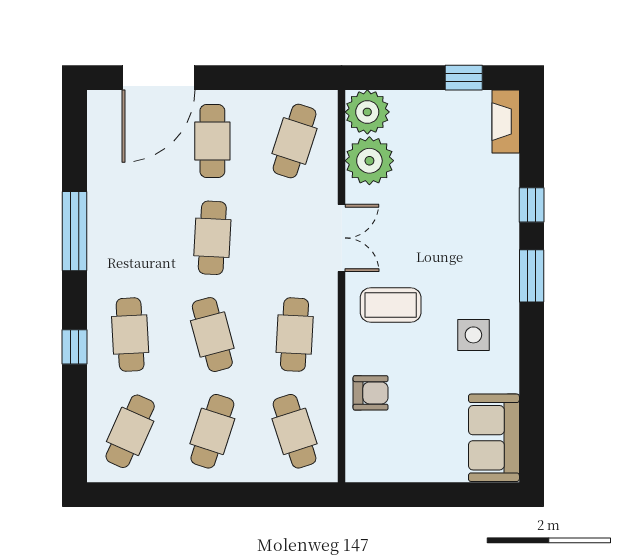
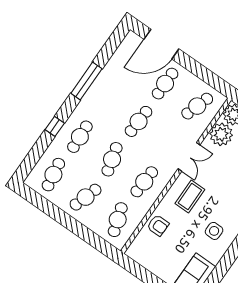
coffee table: (391, 305) -> (190, 197), turned 90
cafe table: (130, 431) -> (53, 175), turned -33

